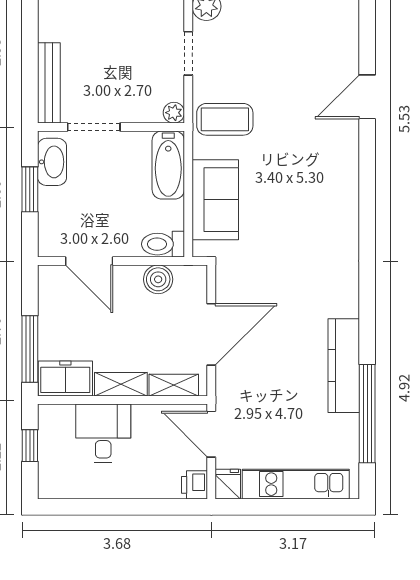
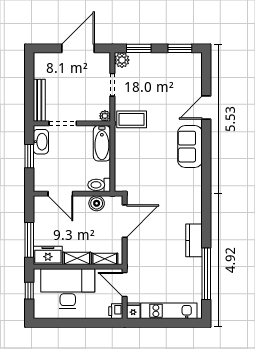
sofa: (215, 200) -> (190, 147), moved, turned 180
door: (211, 334) -> (125, 221), moved
kitchen counter: (344, 366) -> (194, 240), width x0.67
desk: (103, 433) -> (68, 289), width x1.87, depth x1.30

